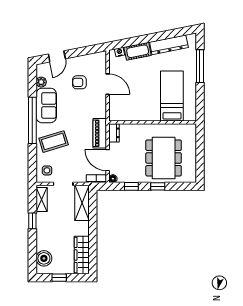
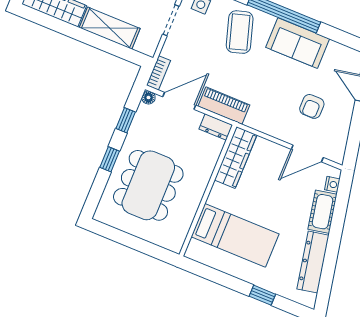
window: (200, 66) -> (262, 295), width x0.46
plant: (41, 82) -> (335, 50), removed
armchair: (79, 82) -> (312, 106), turned 180
door: (108, 84) -> (307, 153), moved
wardrobe: (127, 114) -> (236, 158), added
dining table: (164, 158) -> (148, 185), turned 90
shelving: (82, 203) -> (110, 28), moved

